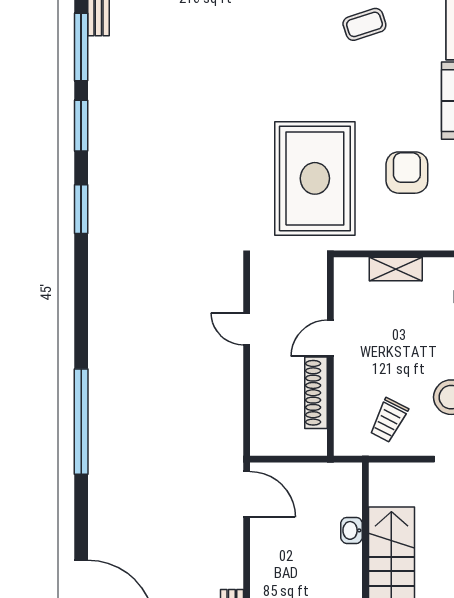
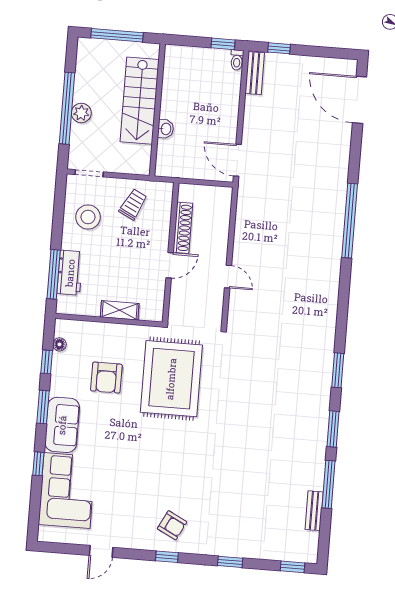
coffee table: (364, 24) -> (128, 484), removed

